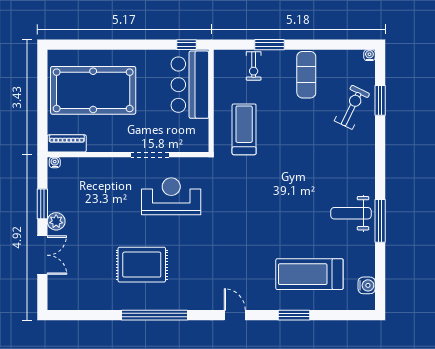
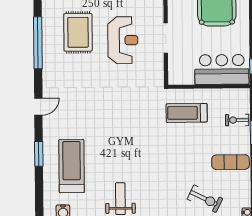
treadmill: (244, 129) -> (187, 113), turned 180
reception desk: (171, 196) -> (123, 40), moved

